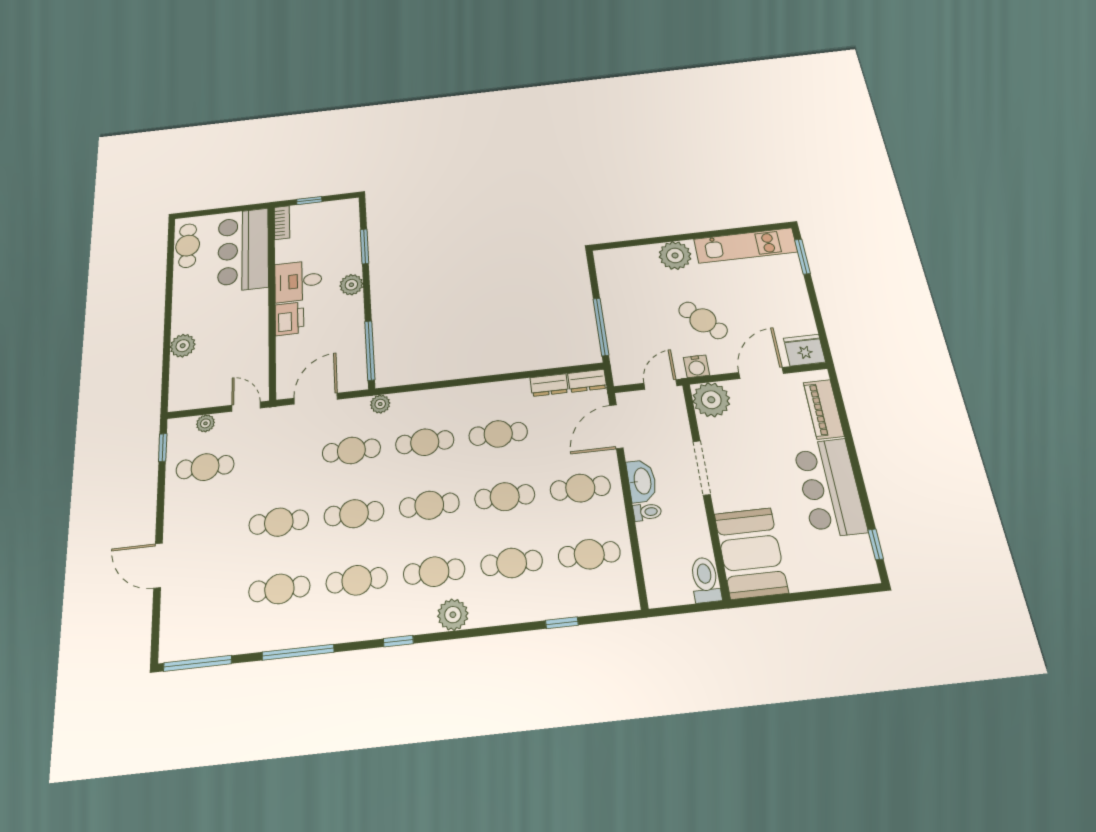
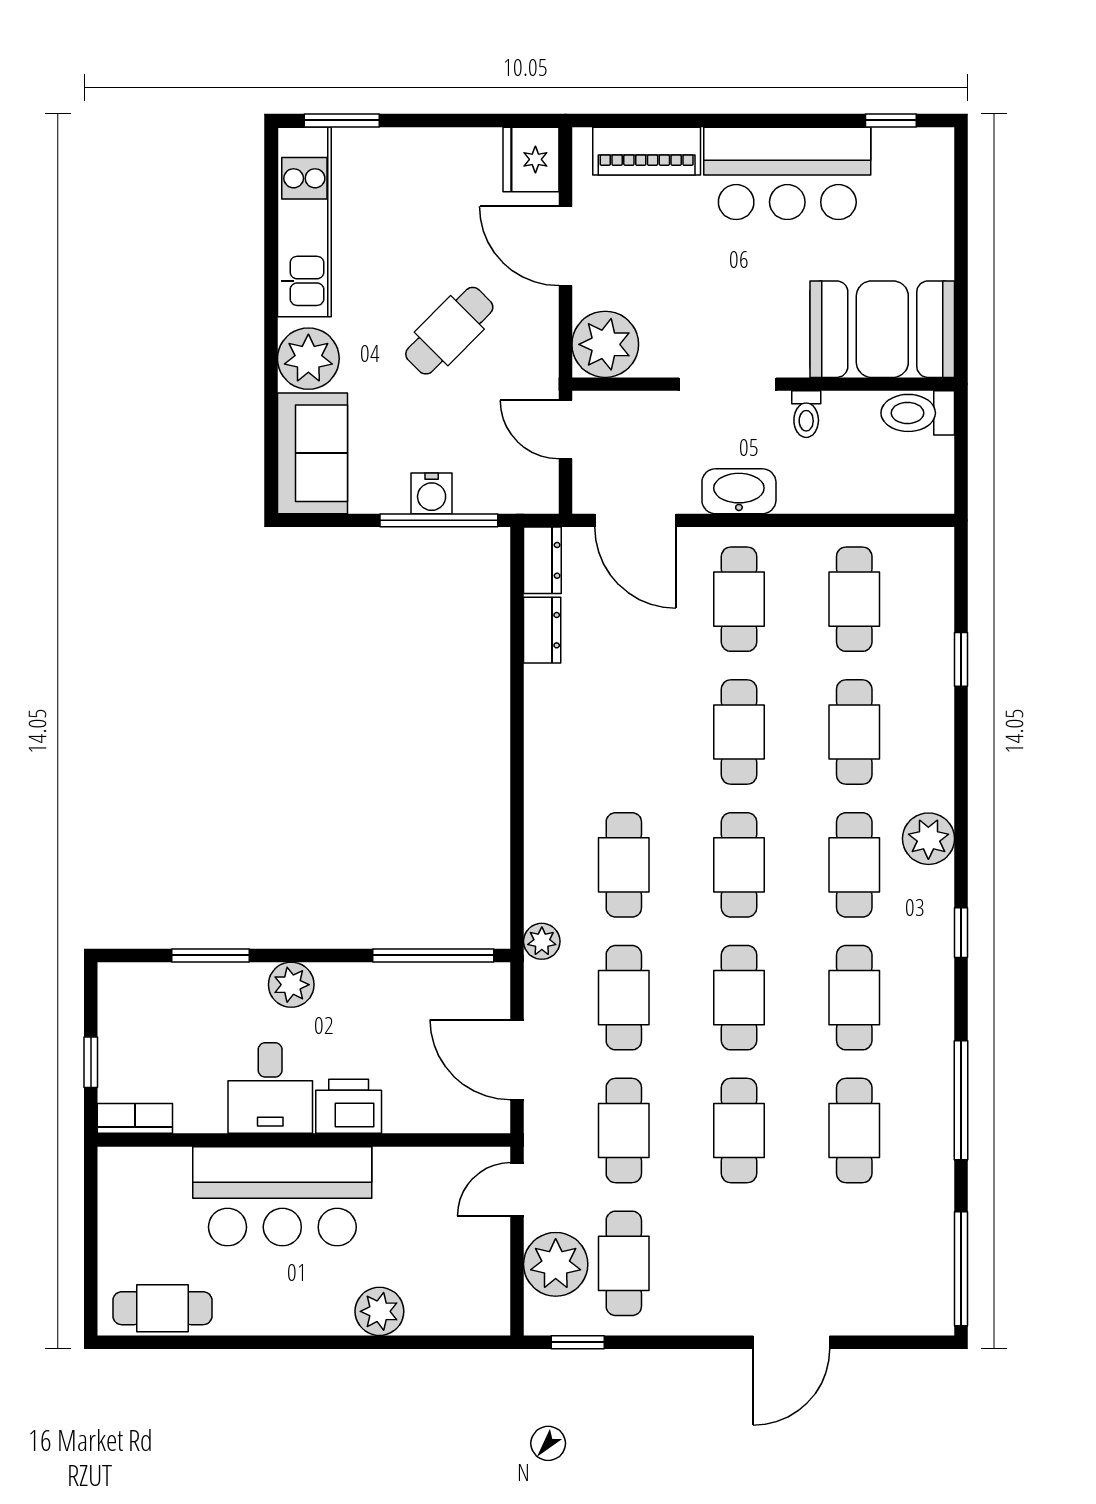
bar counter: (243, 250) -> (282, 1196), moved
sofa: (626, 263) -> (312, 453), added
water cooler: (696, 366) -> (432, 493), moved, turned 90
plant: (205, 423) -> (556, 1264), width x1.88, depth x1.88
cafe table: (498, 434) -> (624, 1131), moved
toilet: (647, 512) -> (806, 414), moved, turned 180

